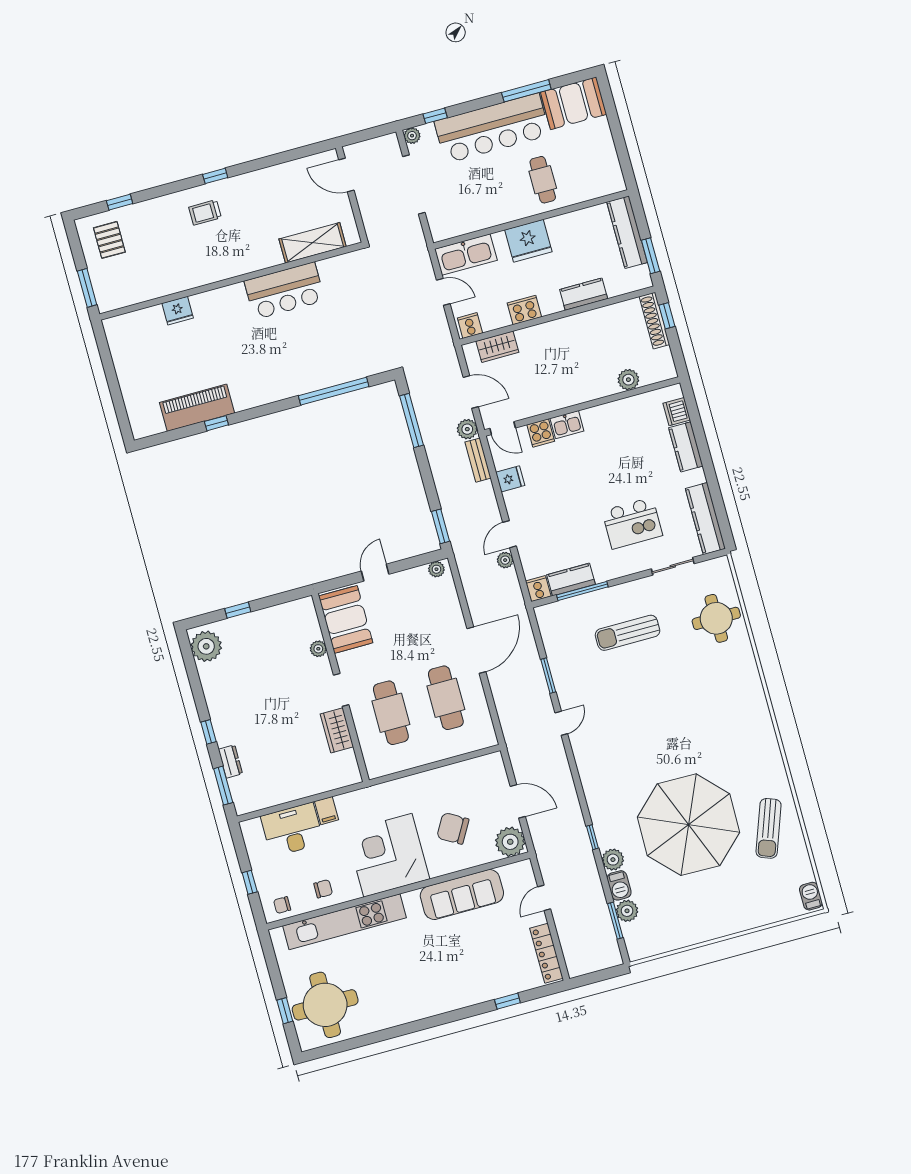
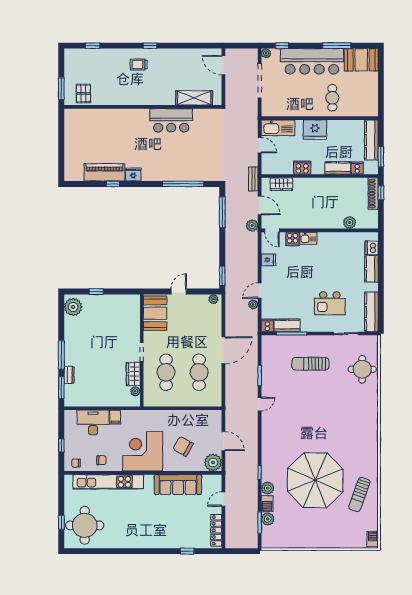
pallet: (109, 240) -> (83, 94), moved
fridge: (178, 311) -> (133, 174), moved, turned 180
cooker: (470, 325) -> (357, 168), moved
bench: (478, 460) -> (253, 179), moved
plant: (318, 649) -> (135, 391), moved
window: (208, 732) -> (61, 355), width x2.17

